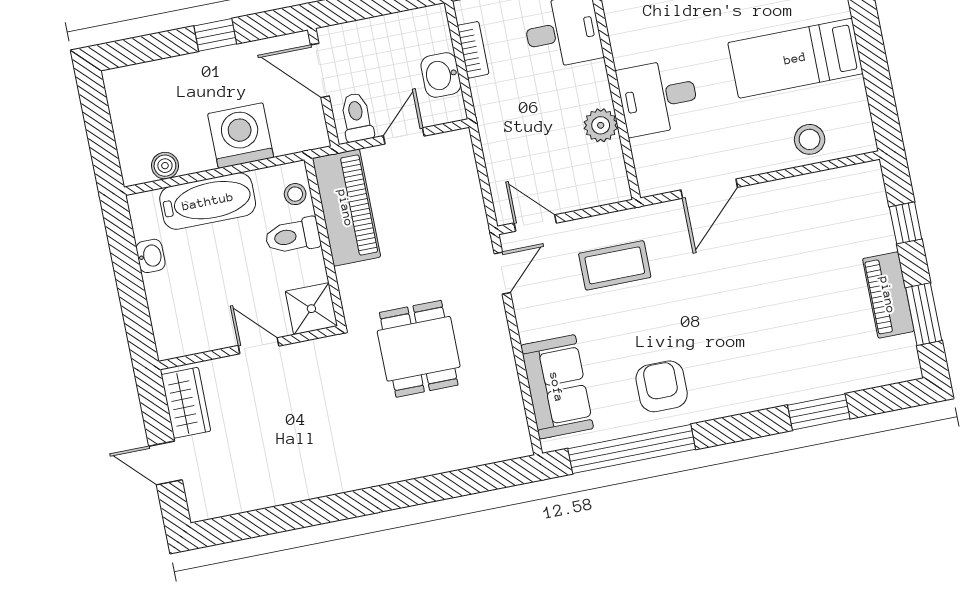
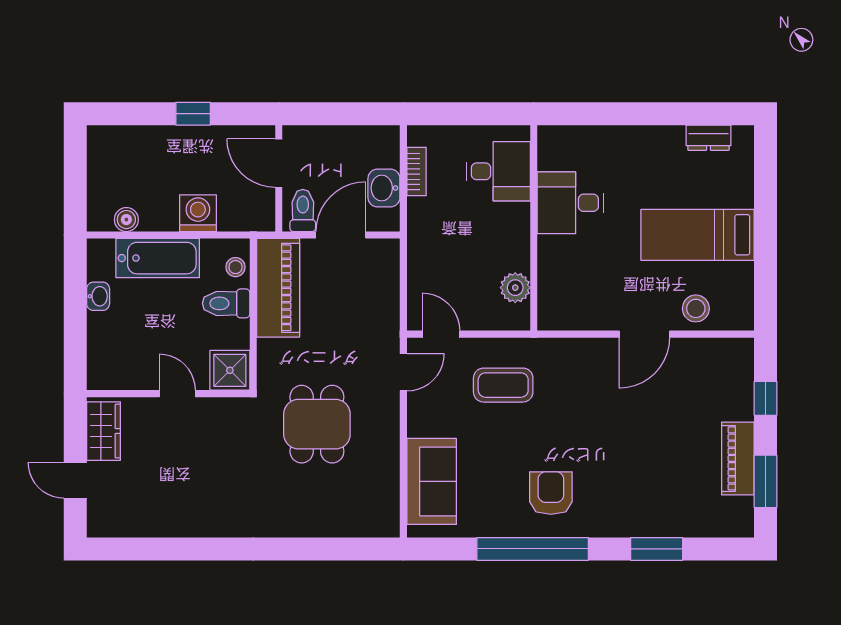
desk: (658, 97) -> (570, 203), moved
plant: (601, 125) -> (515, 288), moved
washing machine: (241, 136) -> (198, 213), width x0.73, depth x0.73
door: (404, 136) -> (341, 235), width x1.38
door: (709, 189) -> (644, 334), moved
armchair: (662, 386) -> (551, 493), moved
window: (632, 449) -> (533, 549), moved

